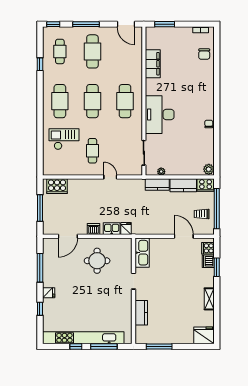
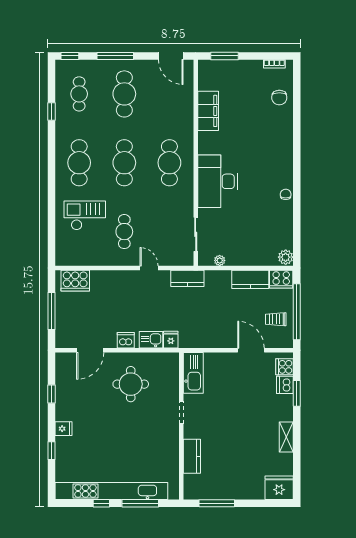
kitchen counter: (157, 185) -> (187, 278), moved
window: (40, 268) -> (51, 394), width x0.46

